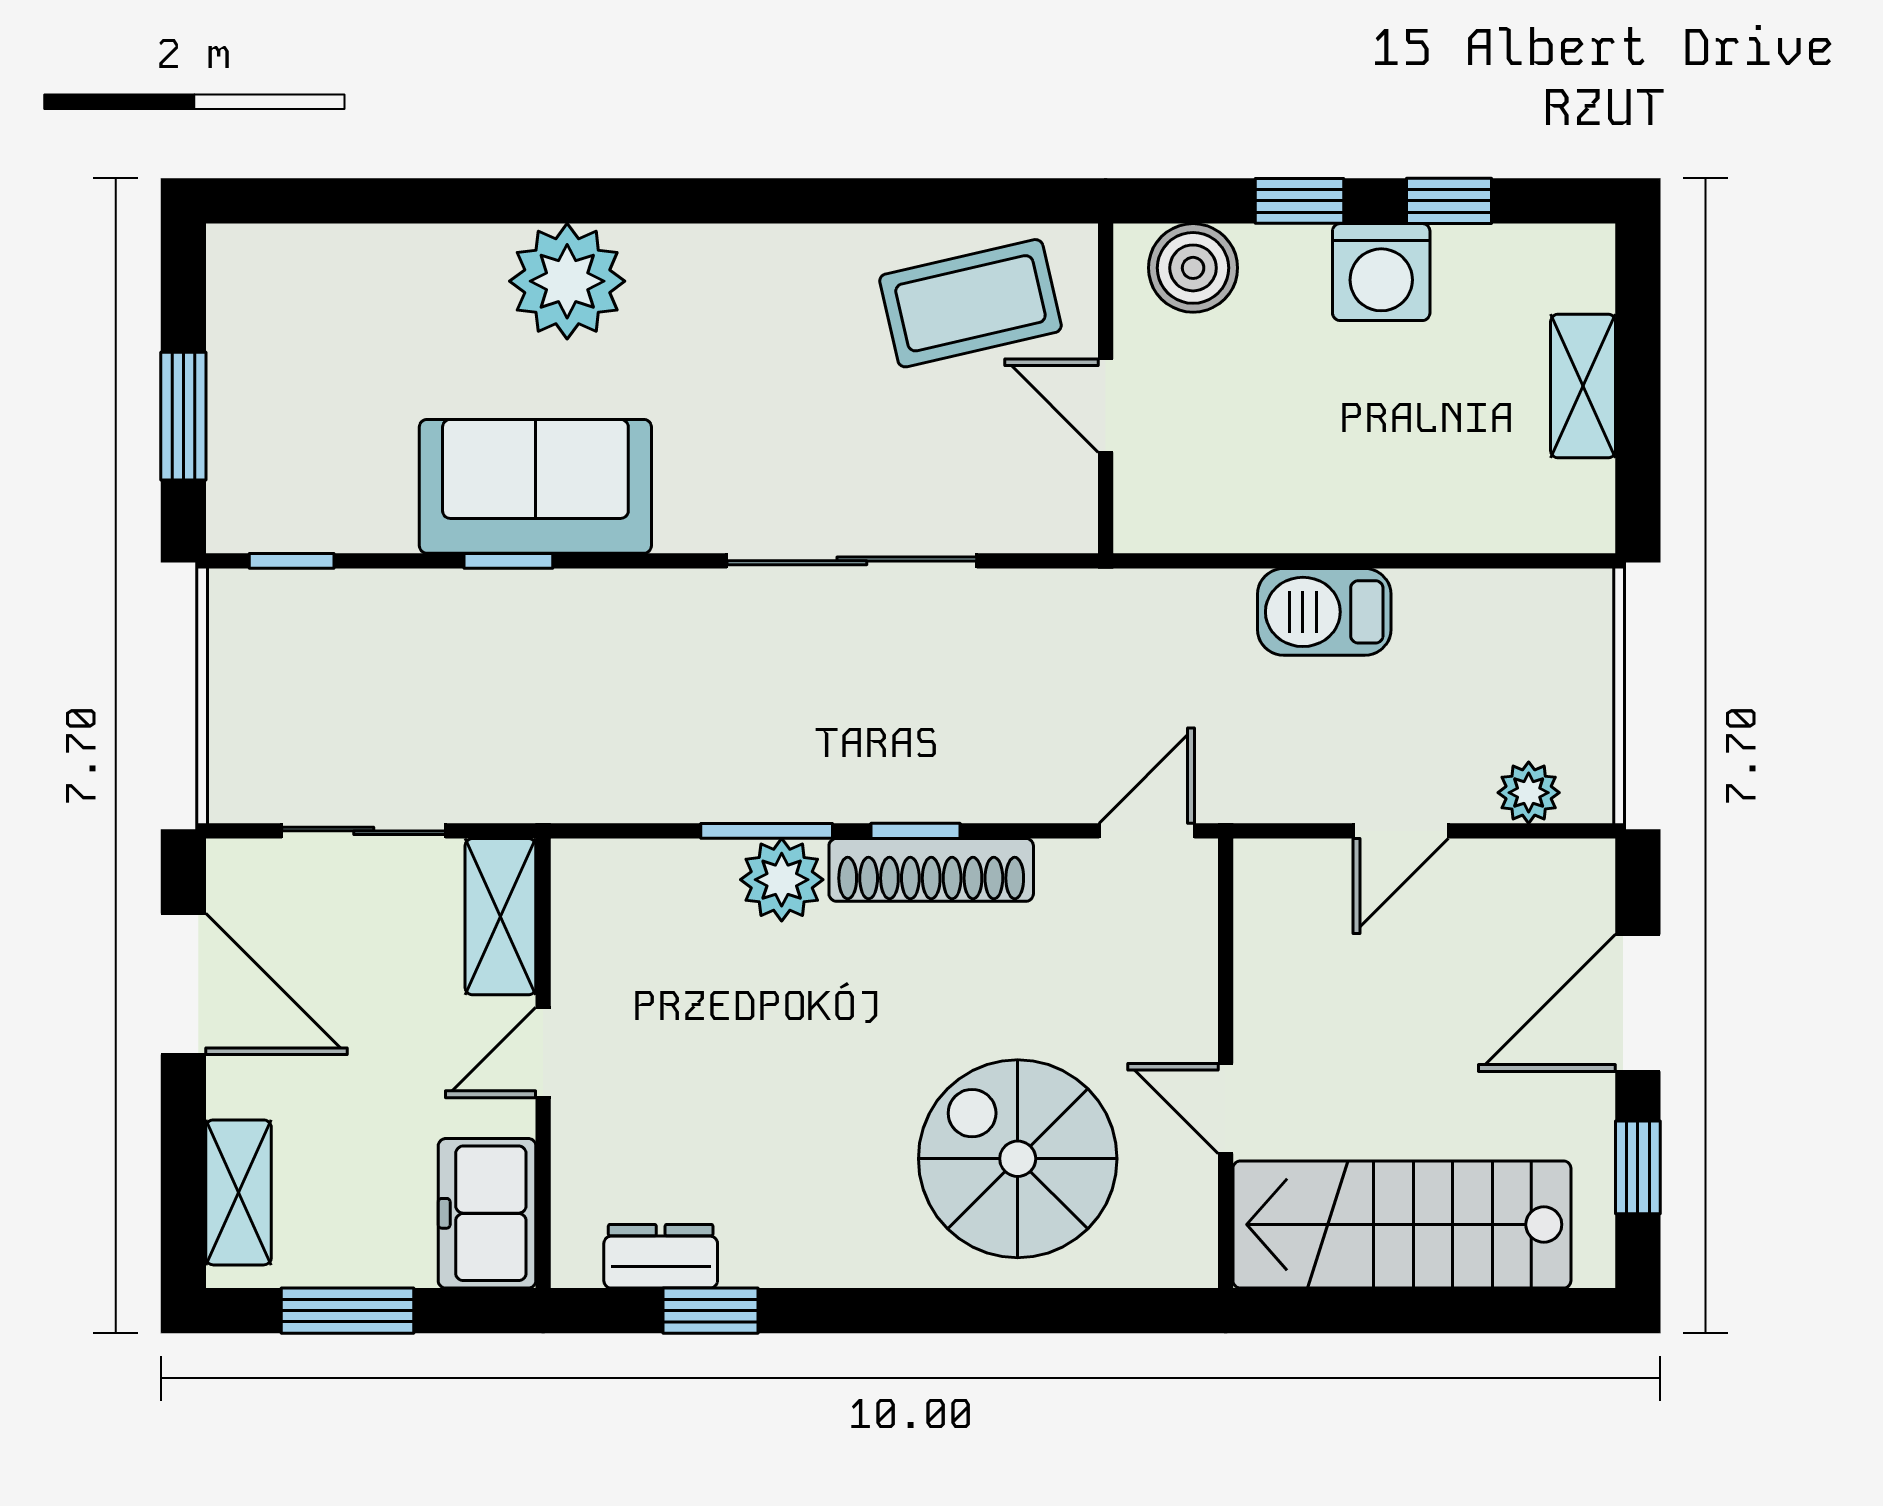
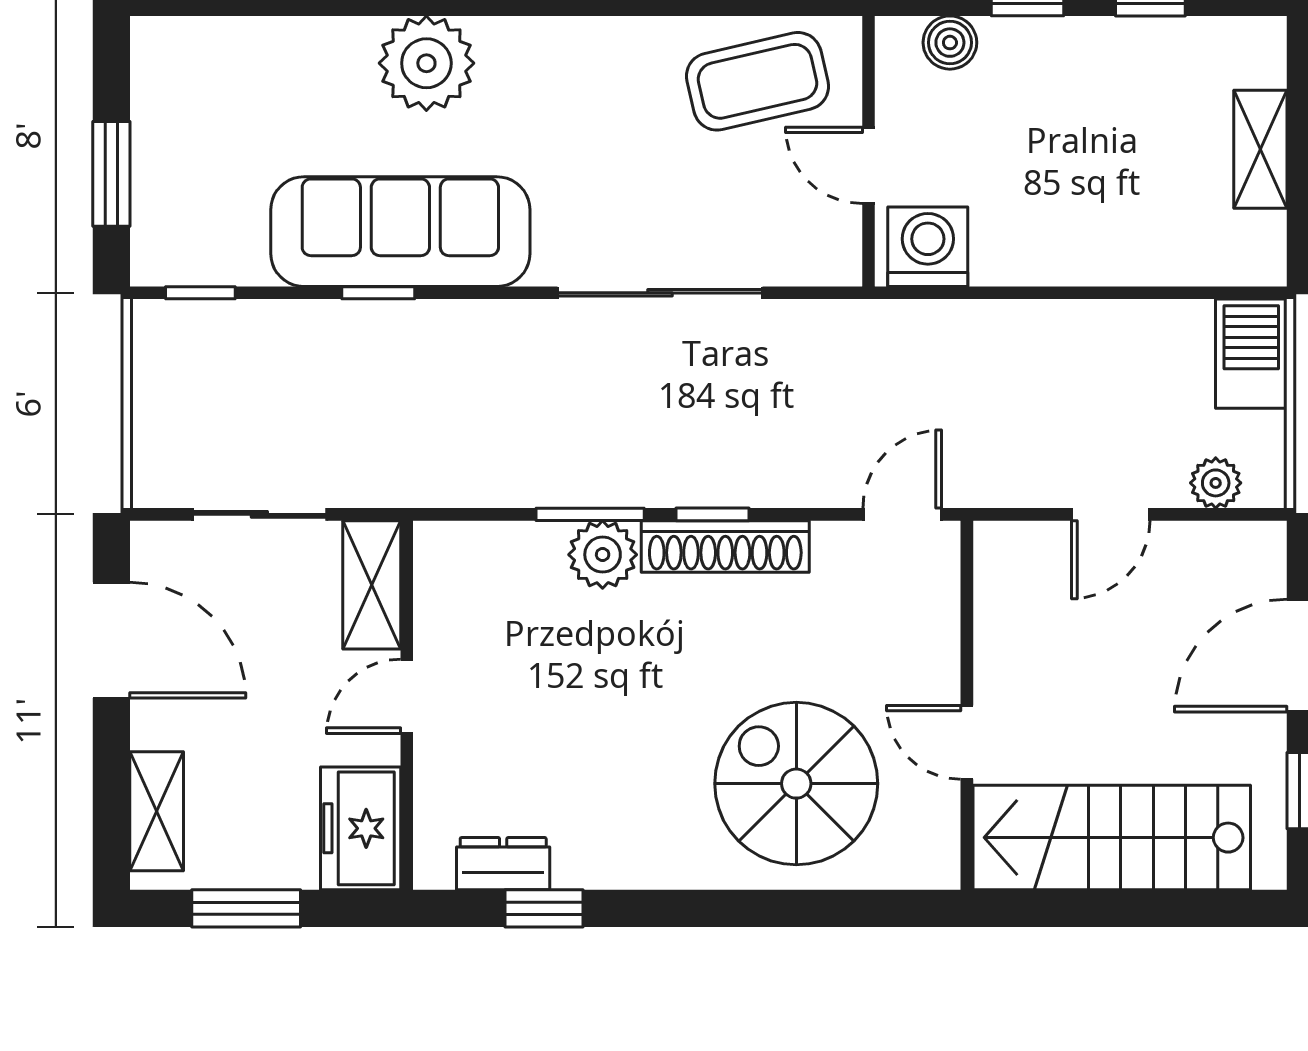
boiler: (1193, 268) -> (950, 43), width x0.73, depth x0.73
washing machine: (1381, 272) -> (928, 247), moved, turned 180
sofa: (535, 486) -> (400, 232), width x1.36
barbecue: (1324, 612) -> (1251, 354), moved, turned 90

